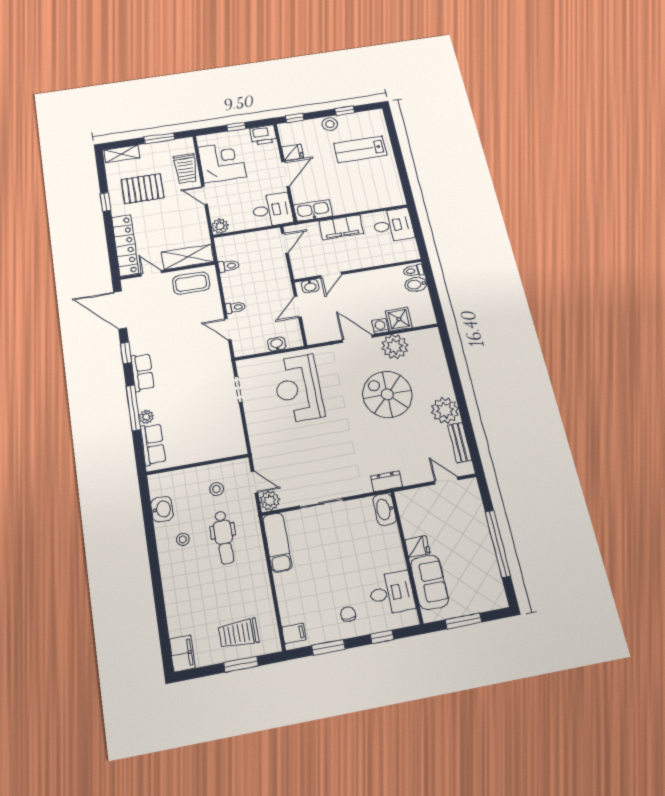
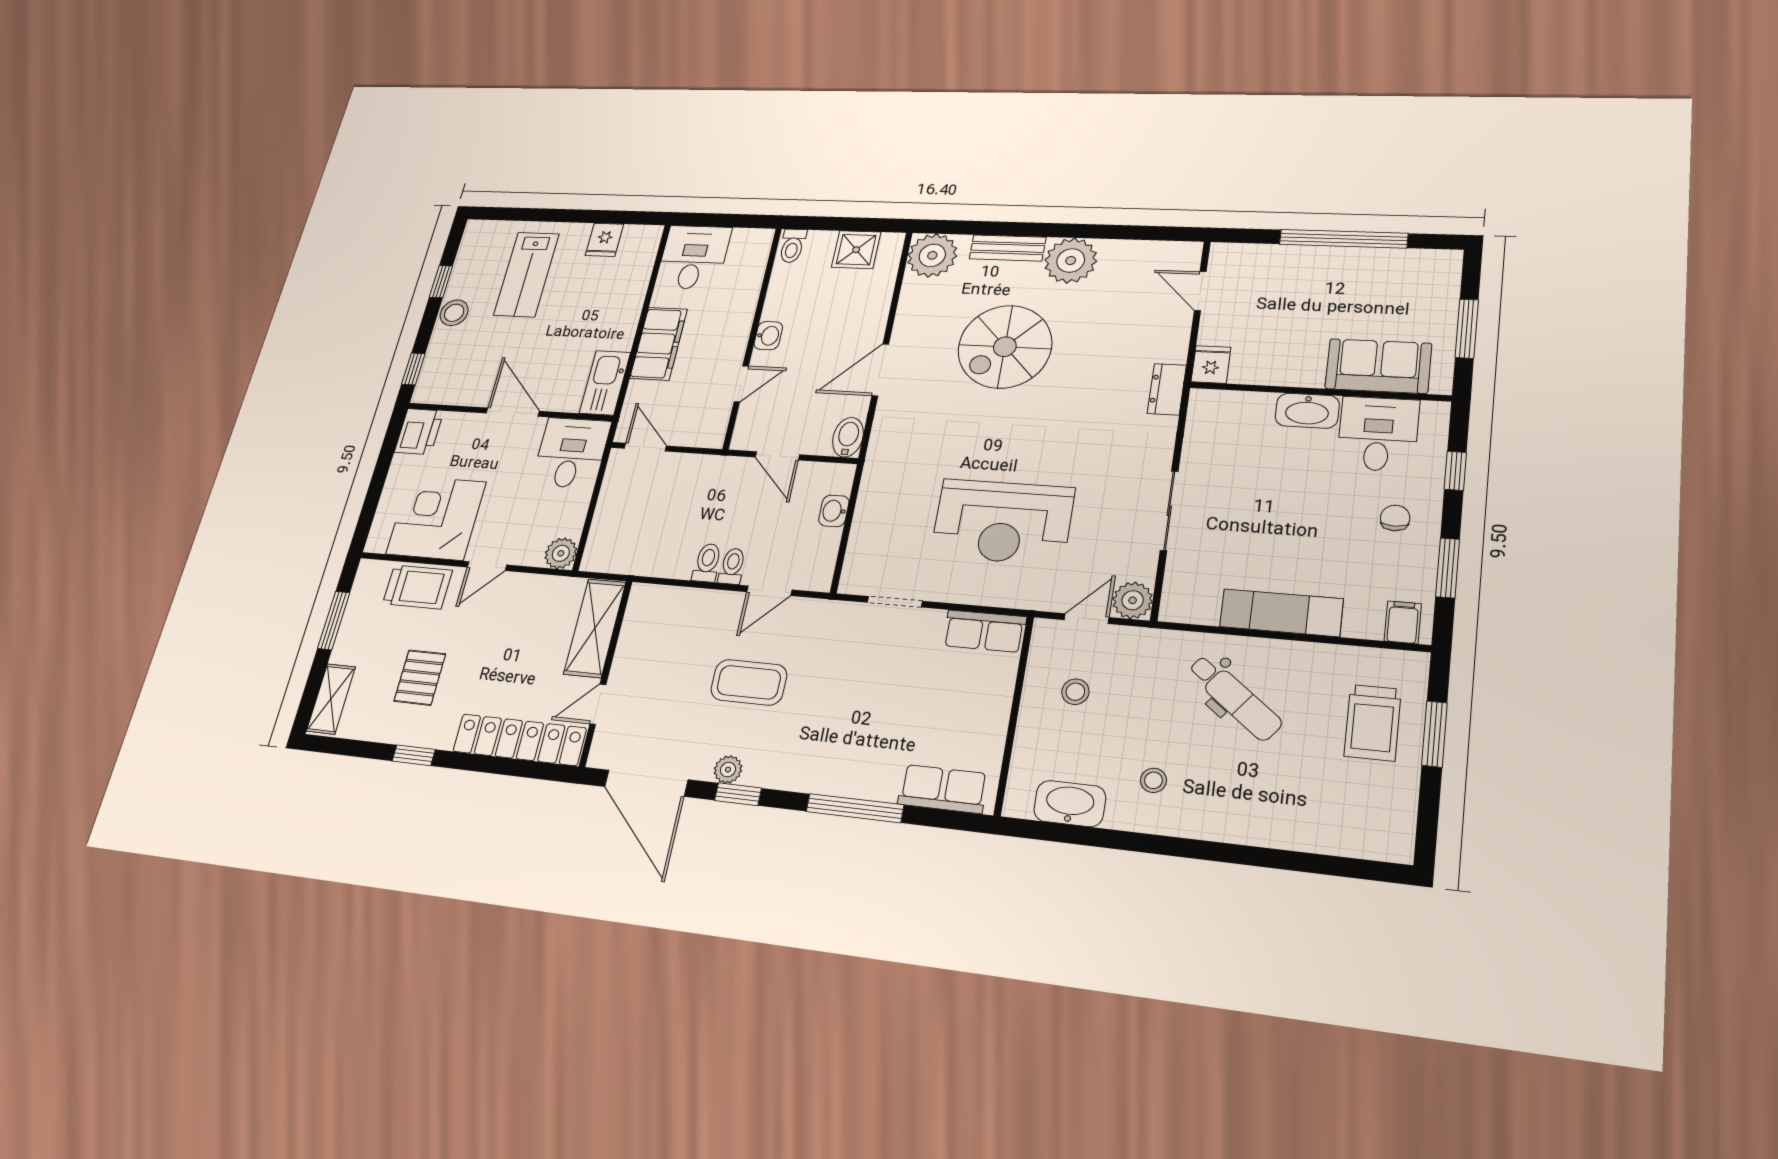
window: (236, 127) -> (380, 475), removed
fridge: (293, 152) -> (604, 240), moved, turned 180
pallet: (143, 189) -> (420, 677), width x0.67, depth x0.71
toilet: (229, 266) -> (707, 563), moved
door: (331, 275) -> (741, 384), hinge flipped
coffee table: (191, 283) -> (749, 682), moved, turned 90
bidet: (416, 284) -> (848, 437), moved, turned 180
washbasin: (310, 286) -> (768, 336), moved
door: (120, 310) -> (646, 783), hinge flipped
shower: (399, 319) -> (856, 250), moved
washing machine: (380, 326) -> (873, 326), removed
plant: (395, 347) -> (932, 255), moved
row of seats: (142, 372) -> (984, 631), moved, turned 180
reception desk: (298, 388) -> (1002, 522), moved
plant: (146, 417) -> (728, 770), moved
bench: (460, 443) -> (1008, 248), moved
door: (446, 481) -> (1200, 291), hinge flipped
washbasin: (162, 509) -> (1070, 804), width x1.38
washbasin: (385, 509) -> (1307, 411), moved
dental chair: (224, 537) -> (1235, 697), moved, turned 38
exam couch: (277, 543) -> (1281, 613), moved
fridge: (417, 547) -> (1211, 364), moved
chair: (348, 614) -> (1395, 518), turned 90
filing cabinet: (182, 653) -> (1381, 840), removed

